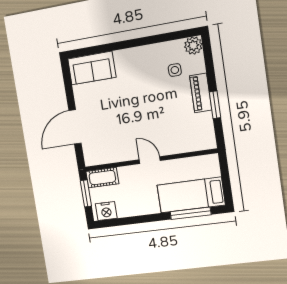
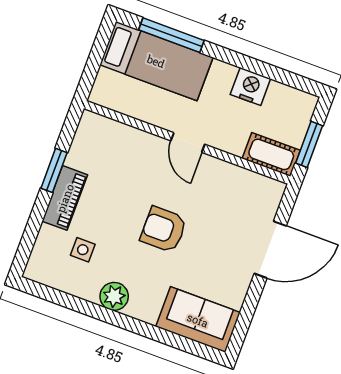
plant: (193, 46) -> (114, 296), moved
armchair: (137, 106) -> (164, 230), added
nightstand: (106, 211) -> (250, 87), moved

